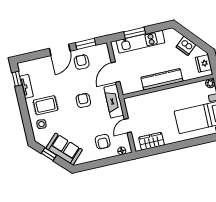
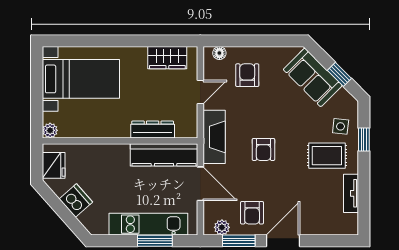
plant: (97, 49) -> (222, 227), added
door: (116, 72) -> (200, 184), hinge flipped
window: (17, 79) -> (364, 139), moved
kitchen counter: (162, 79) -> (164, 155), moved
dresser: (151, 97) -> (153, 130), added

